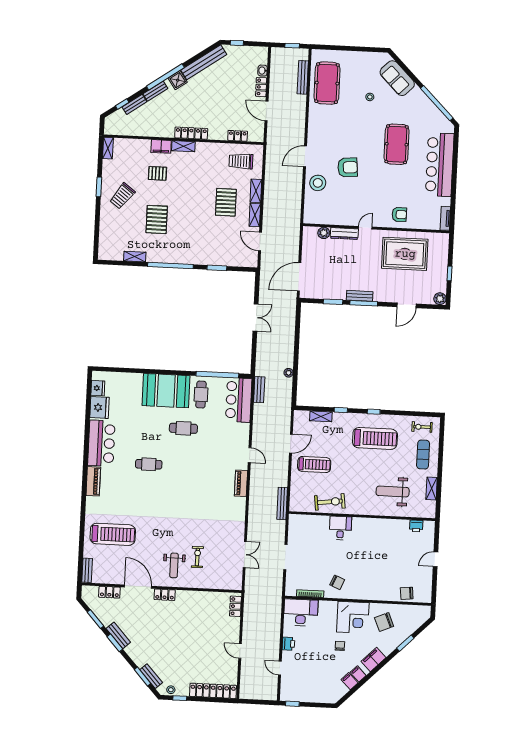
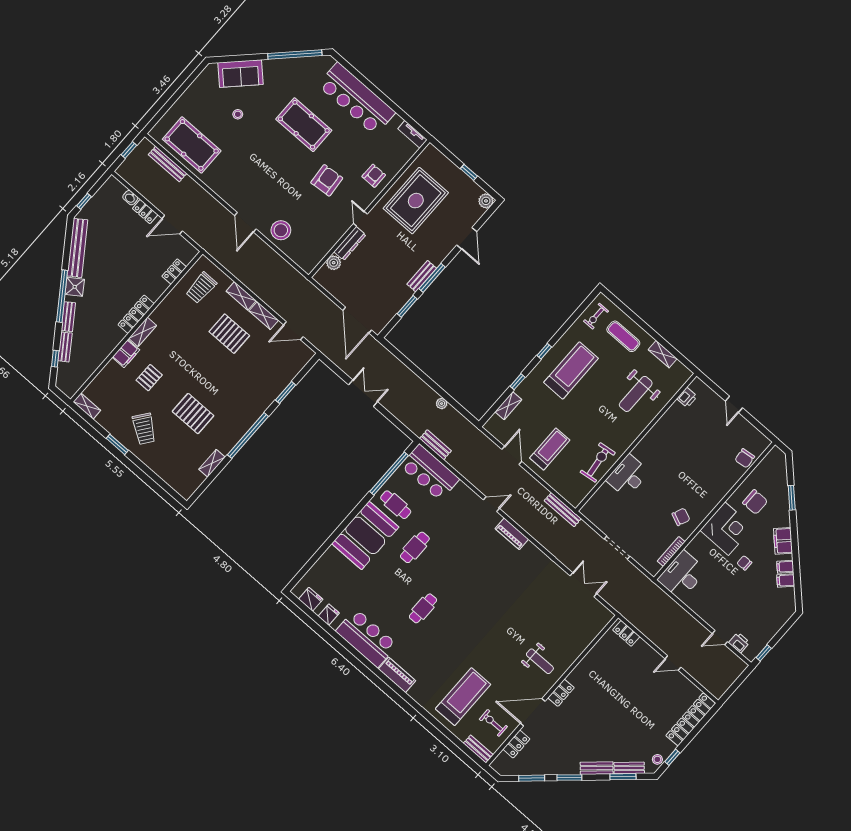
armchair: (348, 167) -> (327, 180), moved
fridge: (99, 407) -> (329, 615), width x0.53, depth x0.75
desk: (340, 528) -> (628, 476), width x1.37
exercise bike: (197, 557) -> (493, 723), moved
chair: (384, 622) -> (755, 502), turned -67
bench: (118, 635) -> (597, 768), moved
printer: (288, 644) -> (739, 643), moved

